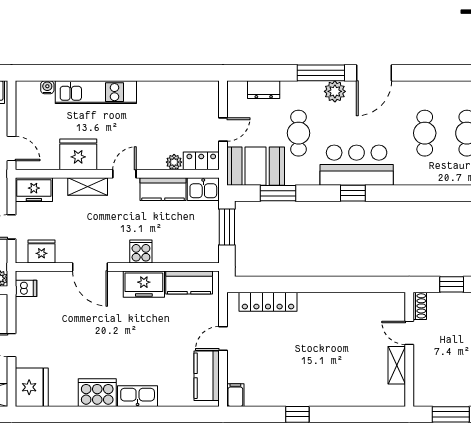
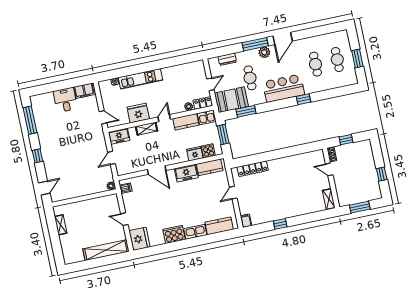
window: (353, 193) -> (303, 99), moved
fridge: (41, 251) -> (195, 154), moved
cooker: (141, 251) -> (208, 151), moved
shelving: (397, 365) -> (329, 199), moved
kitchen counter: (207, 376) -> (219, 226), moved, turned 90

